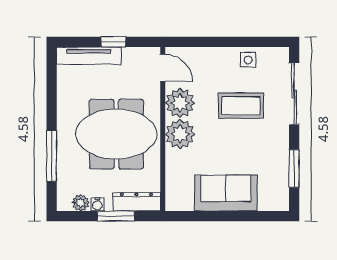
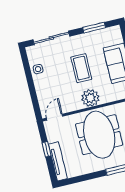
plant: (180, 103) -> (72, 102), removed
coffee table: (241, 106) -> (81, 68), moved

